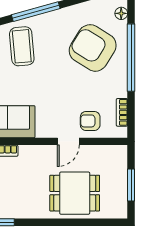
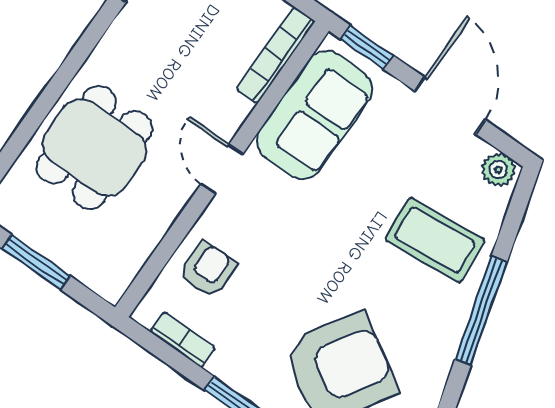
door: (68, 141) -> (222, 169), moved

